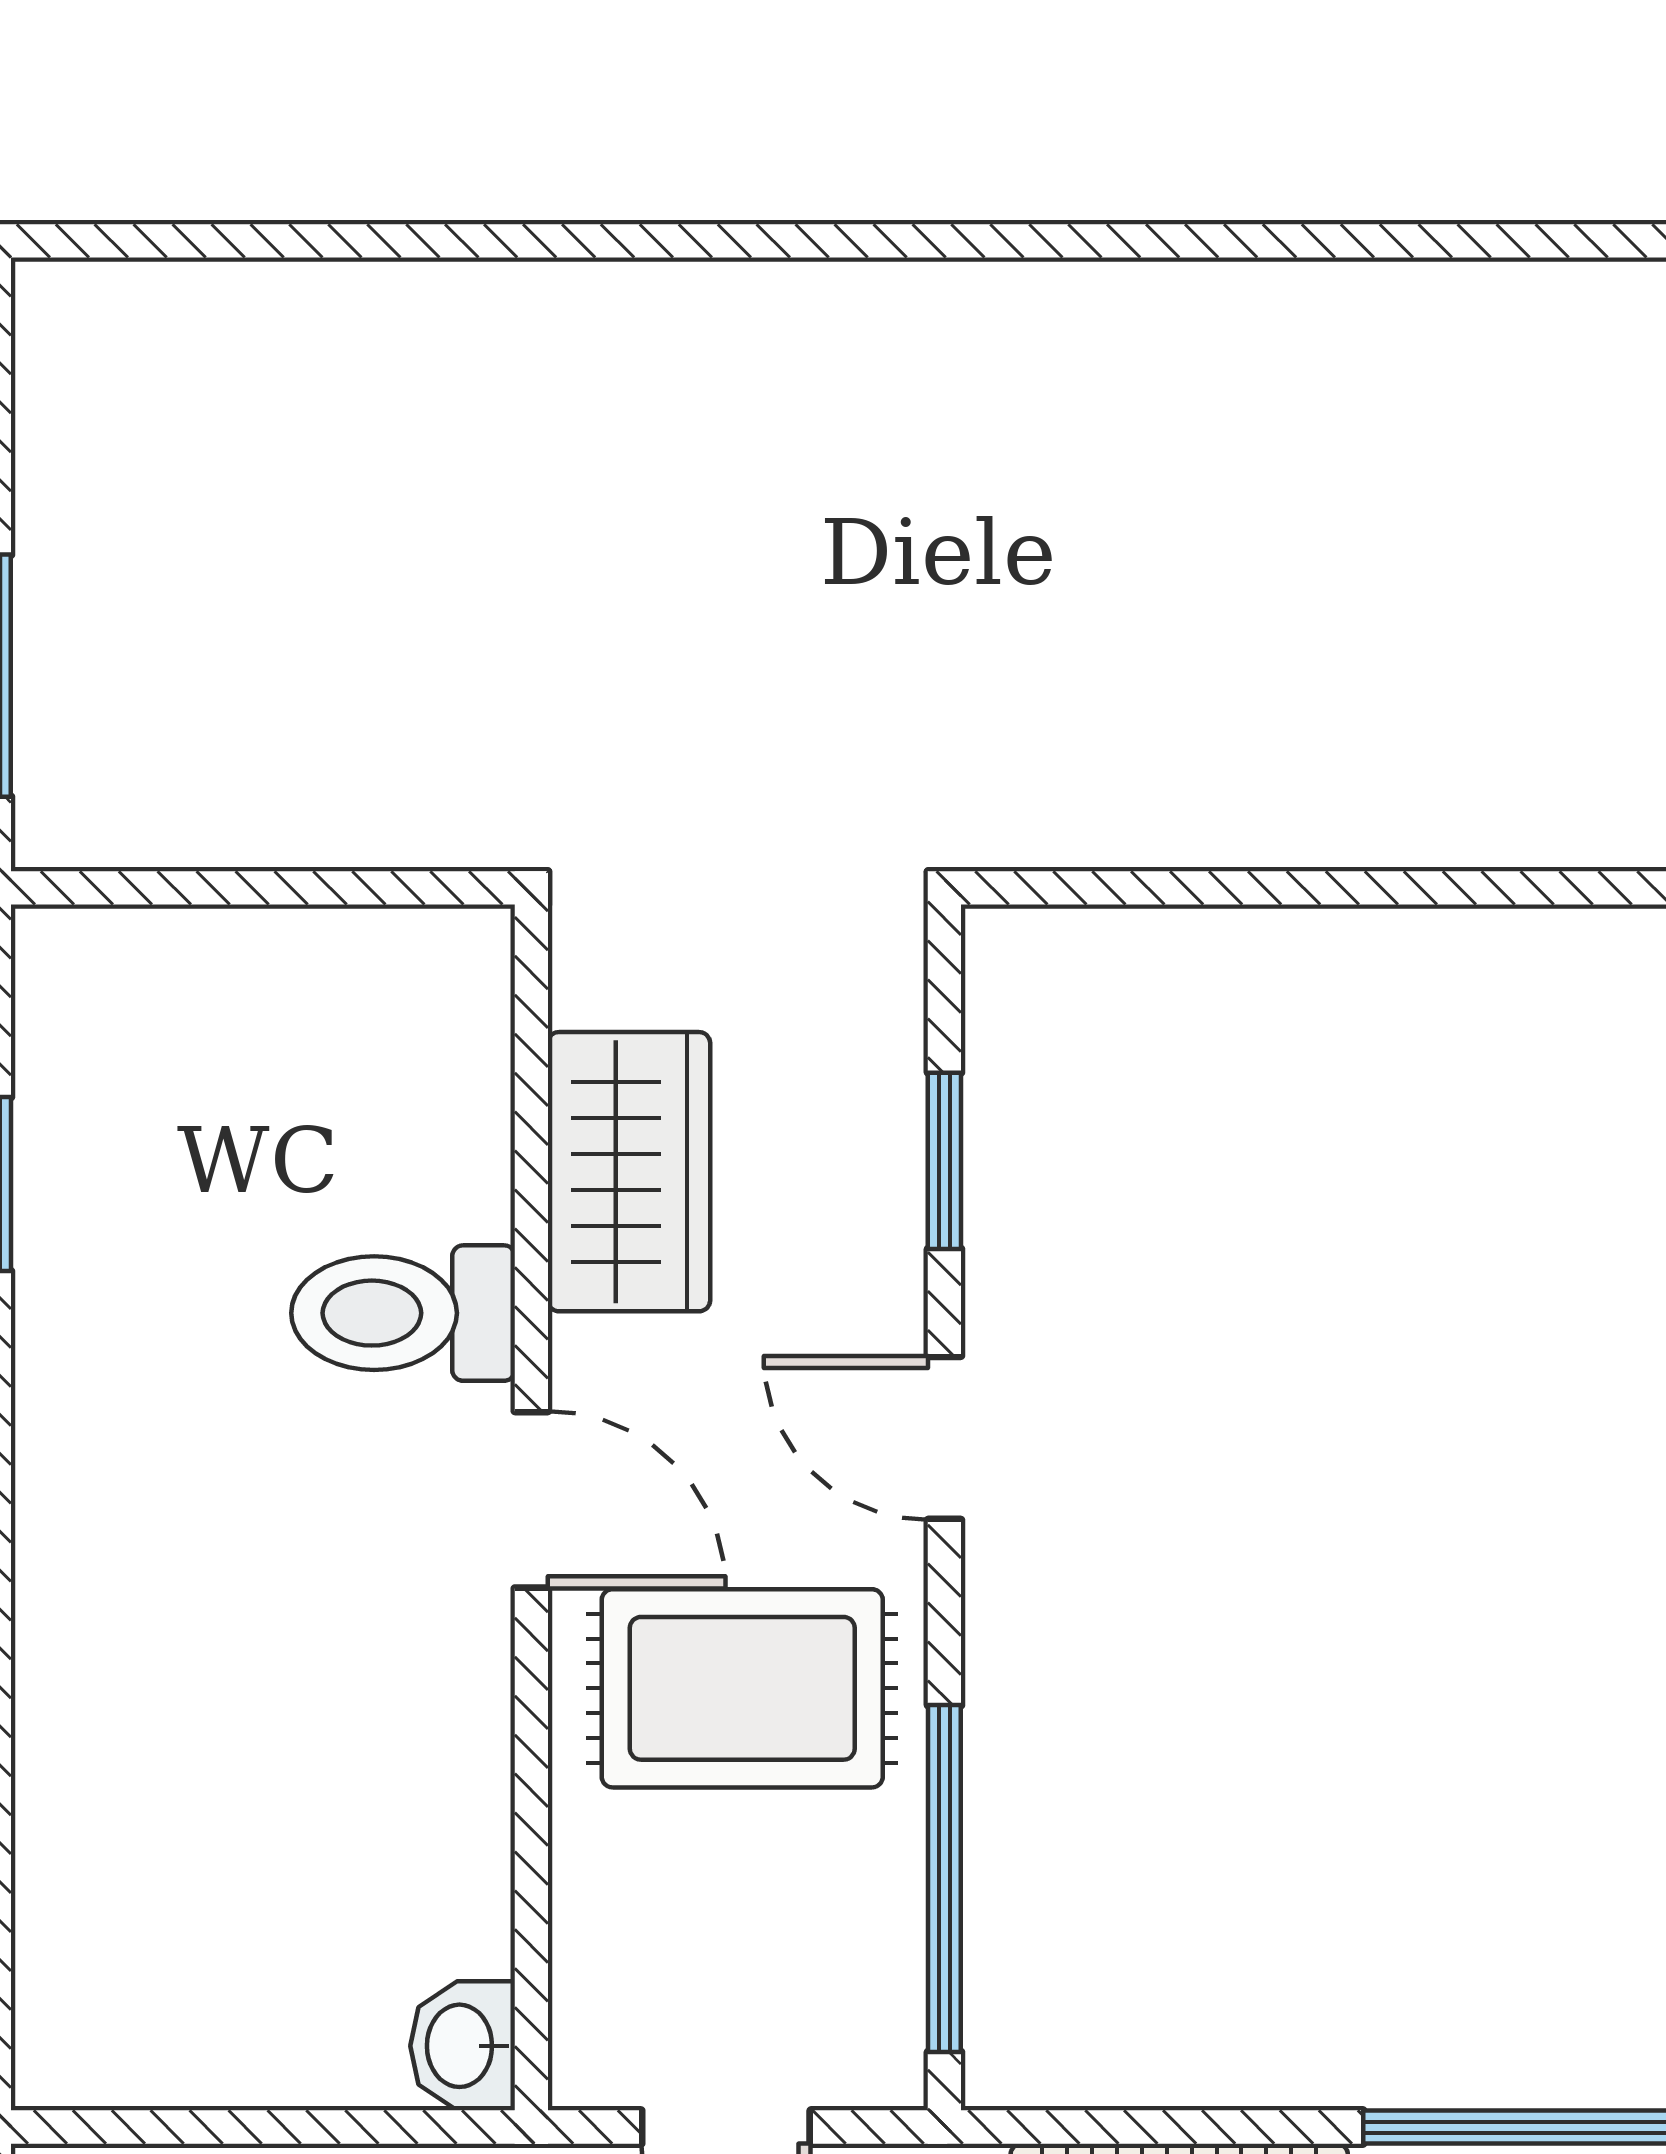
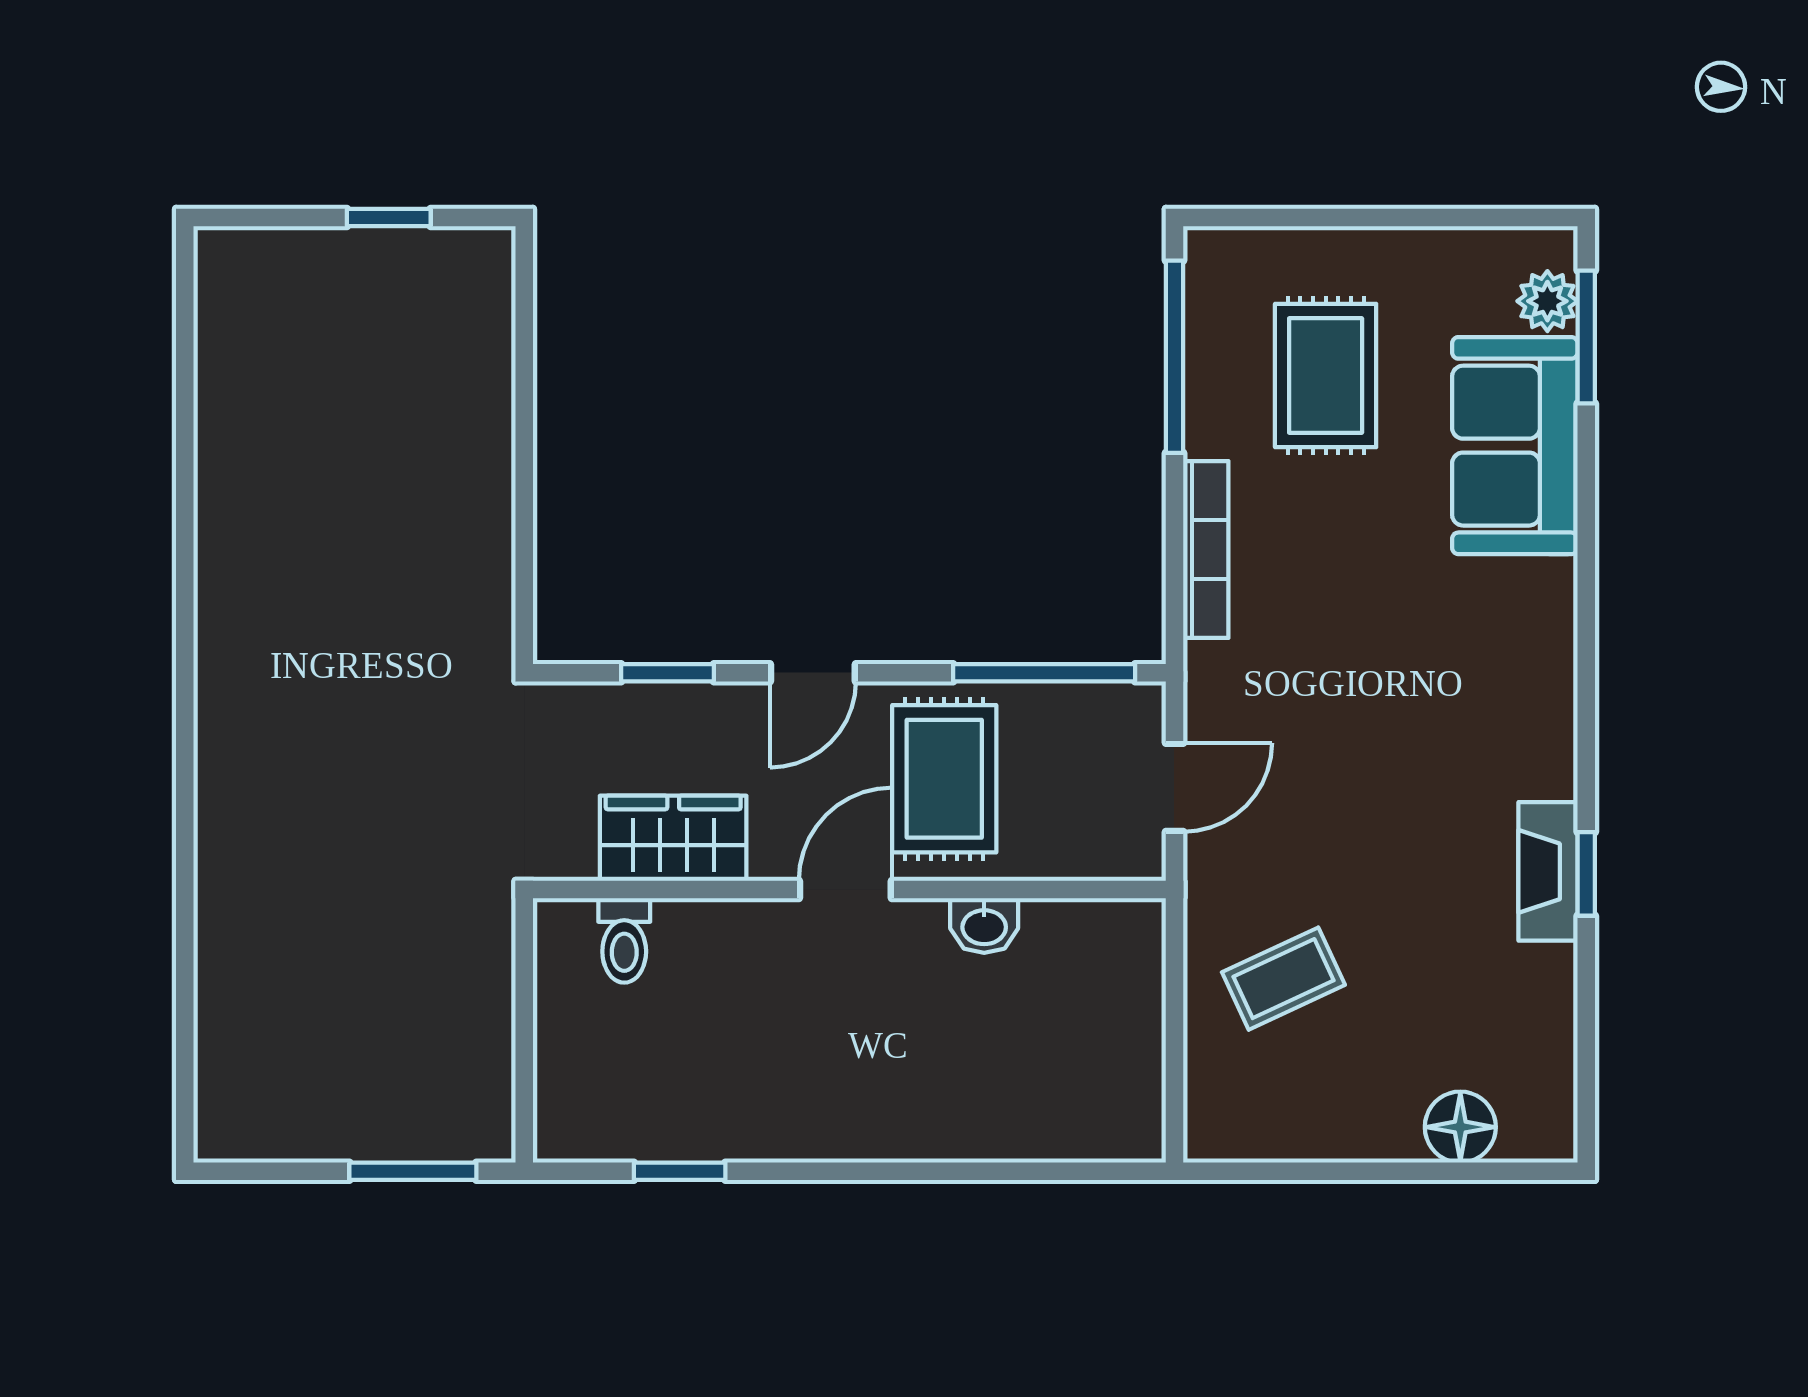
toilet: (403, 1313) -> (624, 940), moved, width x0.73, depth x0.72
washbasin: (463, 2046) -> (984, 926), moved

